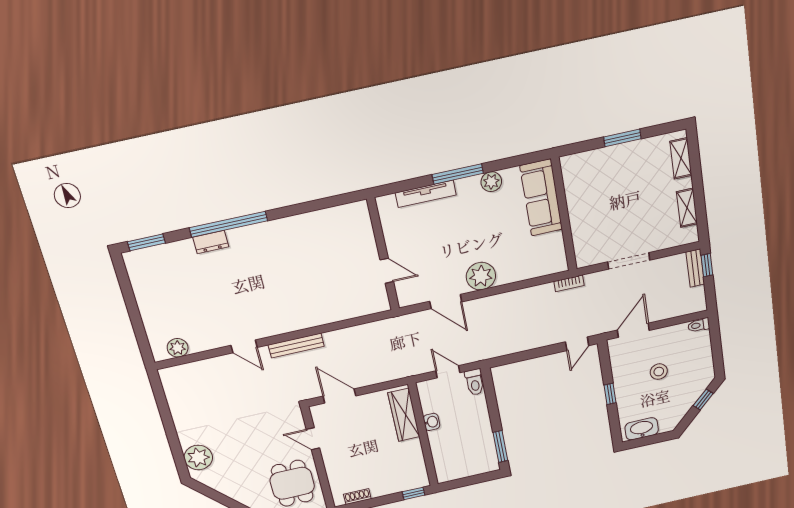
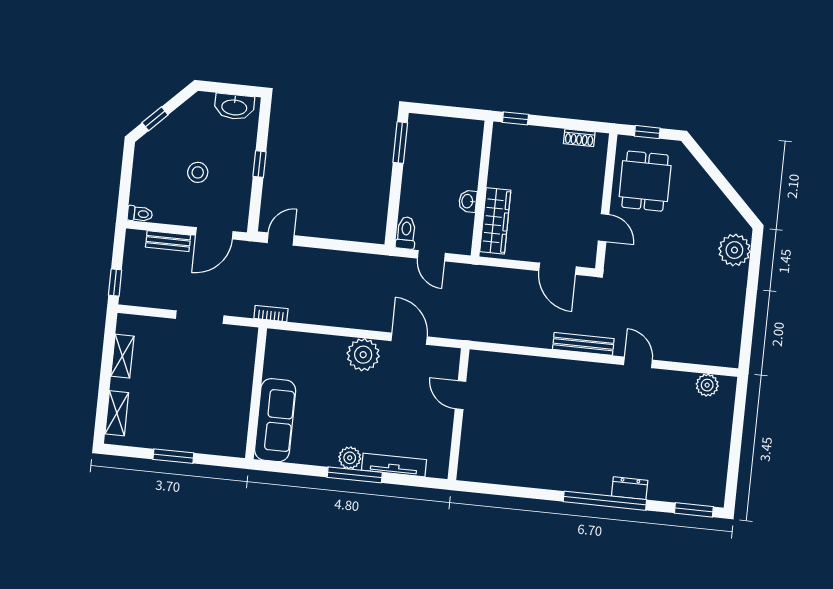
plant: (491, 182) -> (350, 458), moved
bench: (695, 268) -> (168, 241), moved, turned 90

